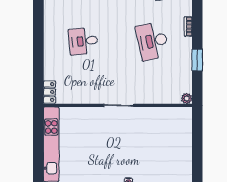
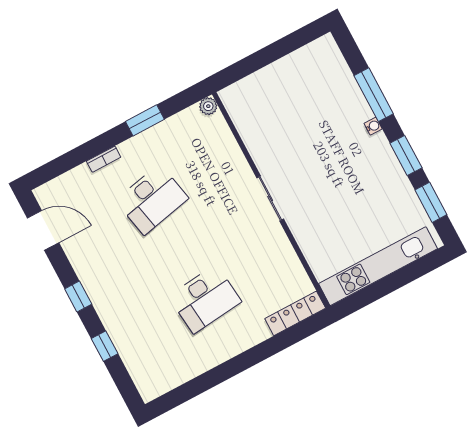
desk: (83, 41) -> (205, 299), width x1.37
locker: (49, 92) -> (295, 313), width x1.53

